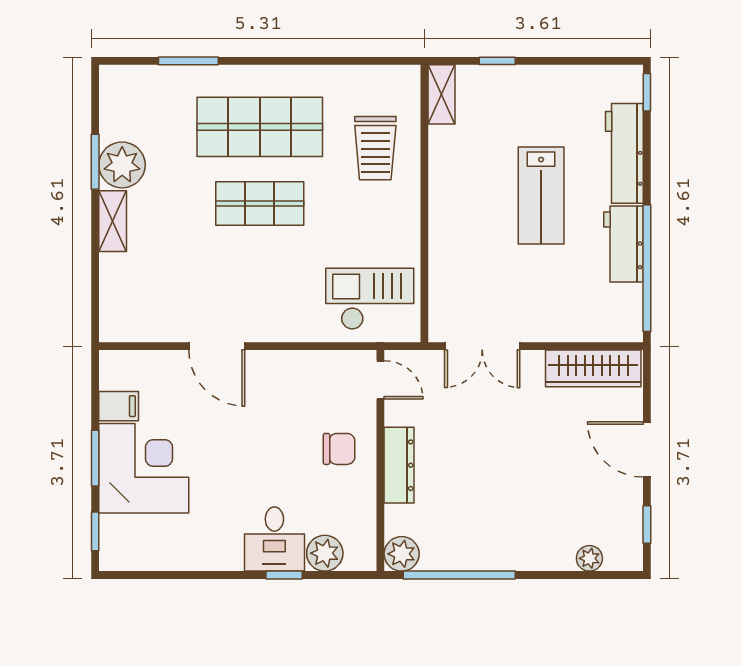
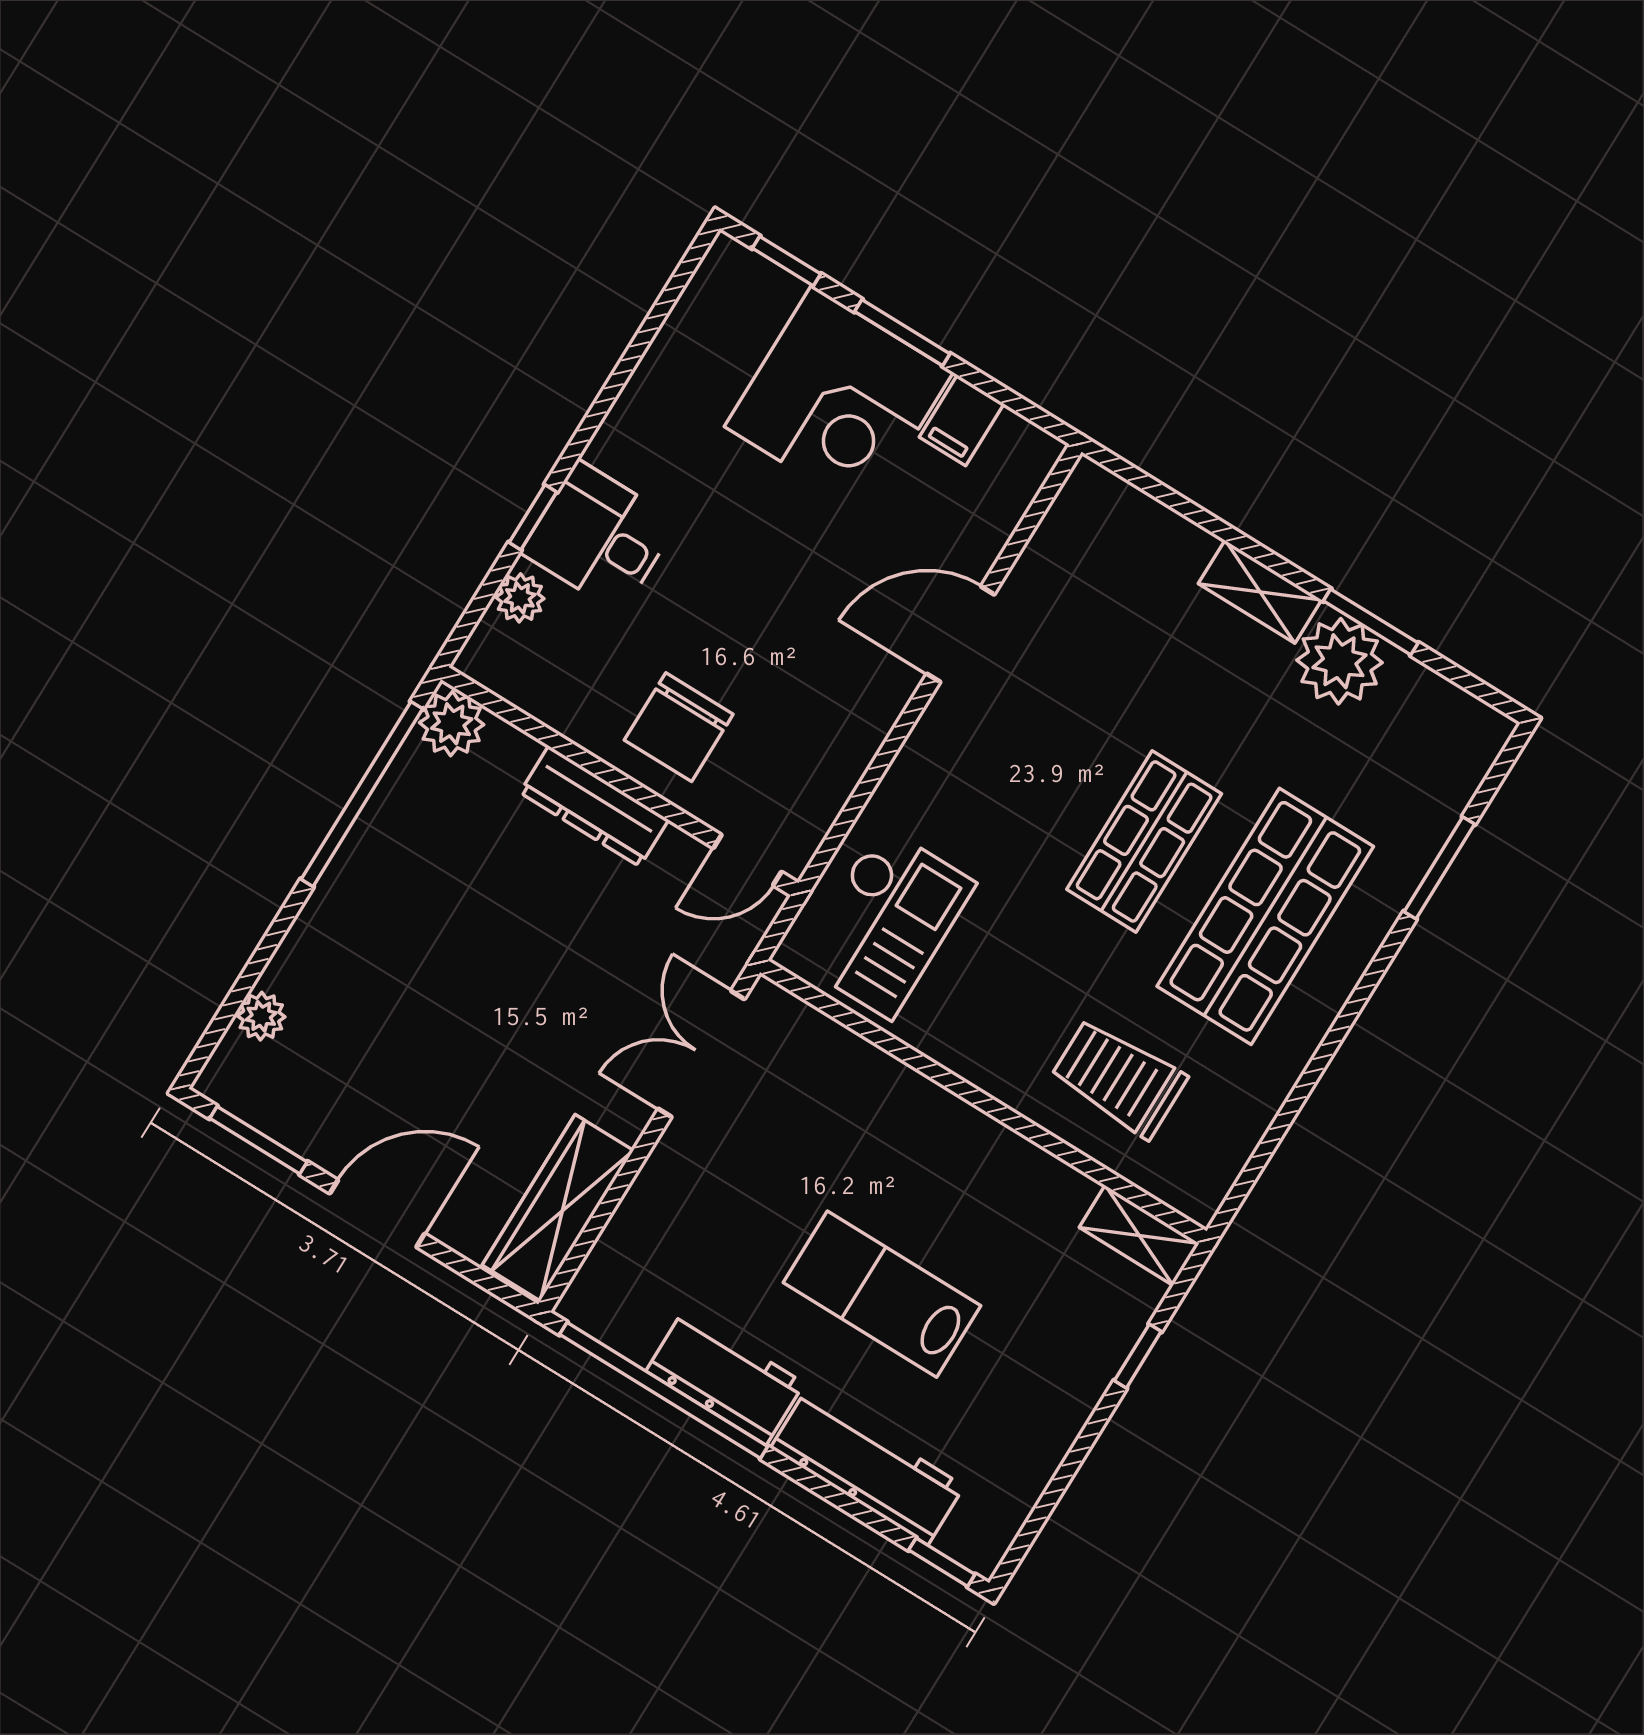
chair: (339, 449) -> (679, 727), width x1.37, depth x1.37
window: (647, 525) -> (258, 1140), width x1.50
plant: (325, 553) -> (520, 598), width x0.73, depth x0.73

